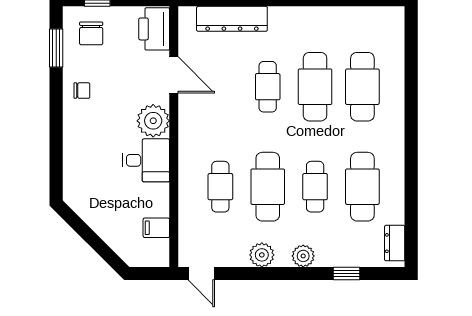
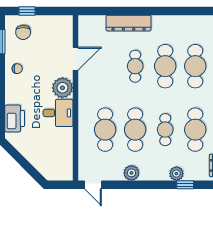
dresser: (232, 19) -> (129, 23), moved
printer: (154, 29) -> (15, 119), moved, turned 180
door: (174, 75) -> (76, 59), hinge flipped
cafe table: (220, 187) -> (105, 130), width x1.37, depth x1.35
filing cabinet: (156, 228) -> (64, 156), removed
plant: (303, 256) -> (176, 174), moved

